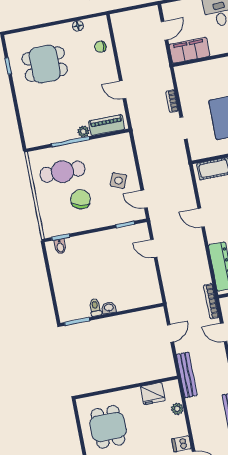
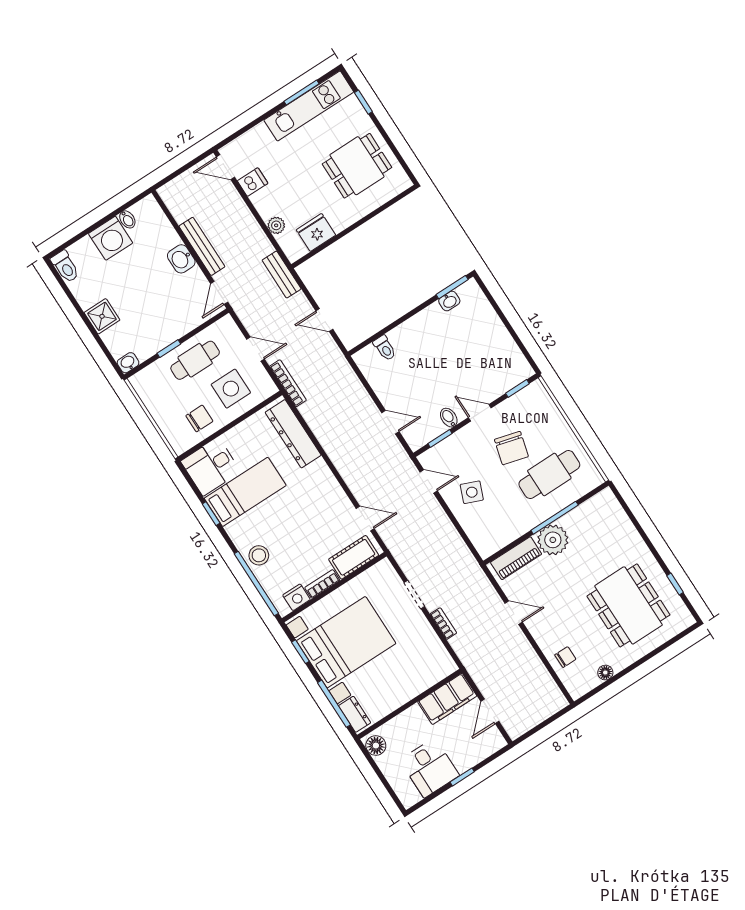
dining table: (45, 64) -> (628, 605), width x1.37
plant: (83, 132) -> (553, 540), width x1.88, depth x1.88
door: (201, 218) -> (365, 518), moved
door: (92, 231) -> (480, 413), added
bidet: (60, 247) -> (449, 418), moved
toilet: (95, 307) -> (385, 348), moved
washbasin: (109, 308) -> (449, 301), moved
door: (170, 333) -> (324, 320), hinge flipped
bench: (187, 375) -> (282, 275), width x0.73
dining table: (108, 427) -> (357, 166), turned 90

